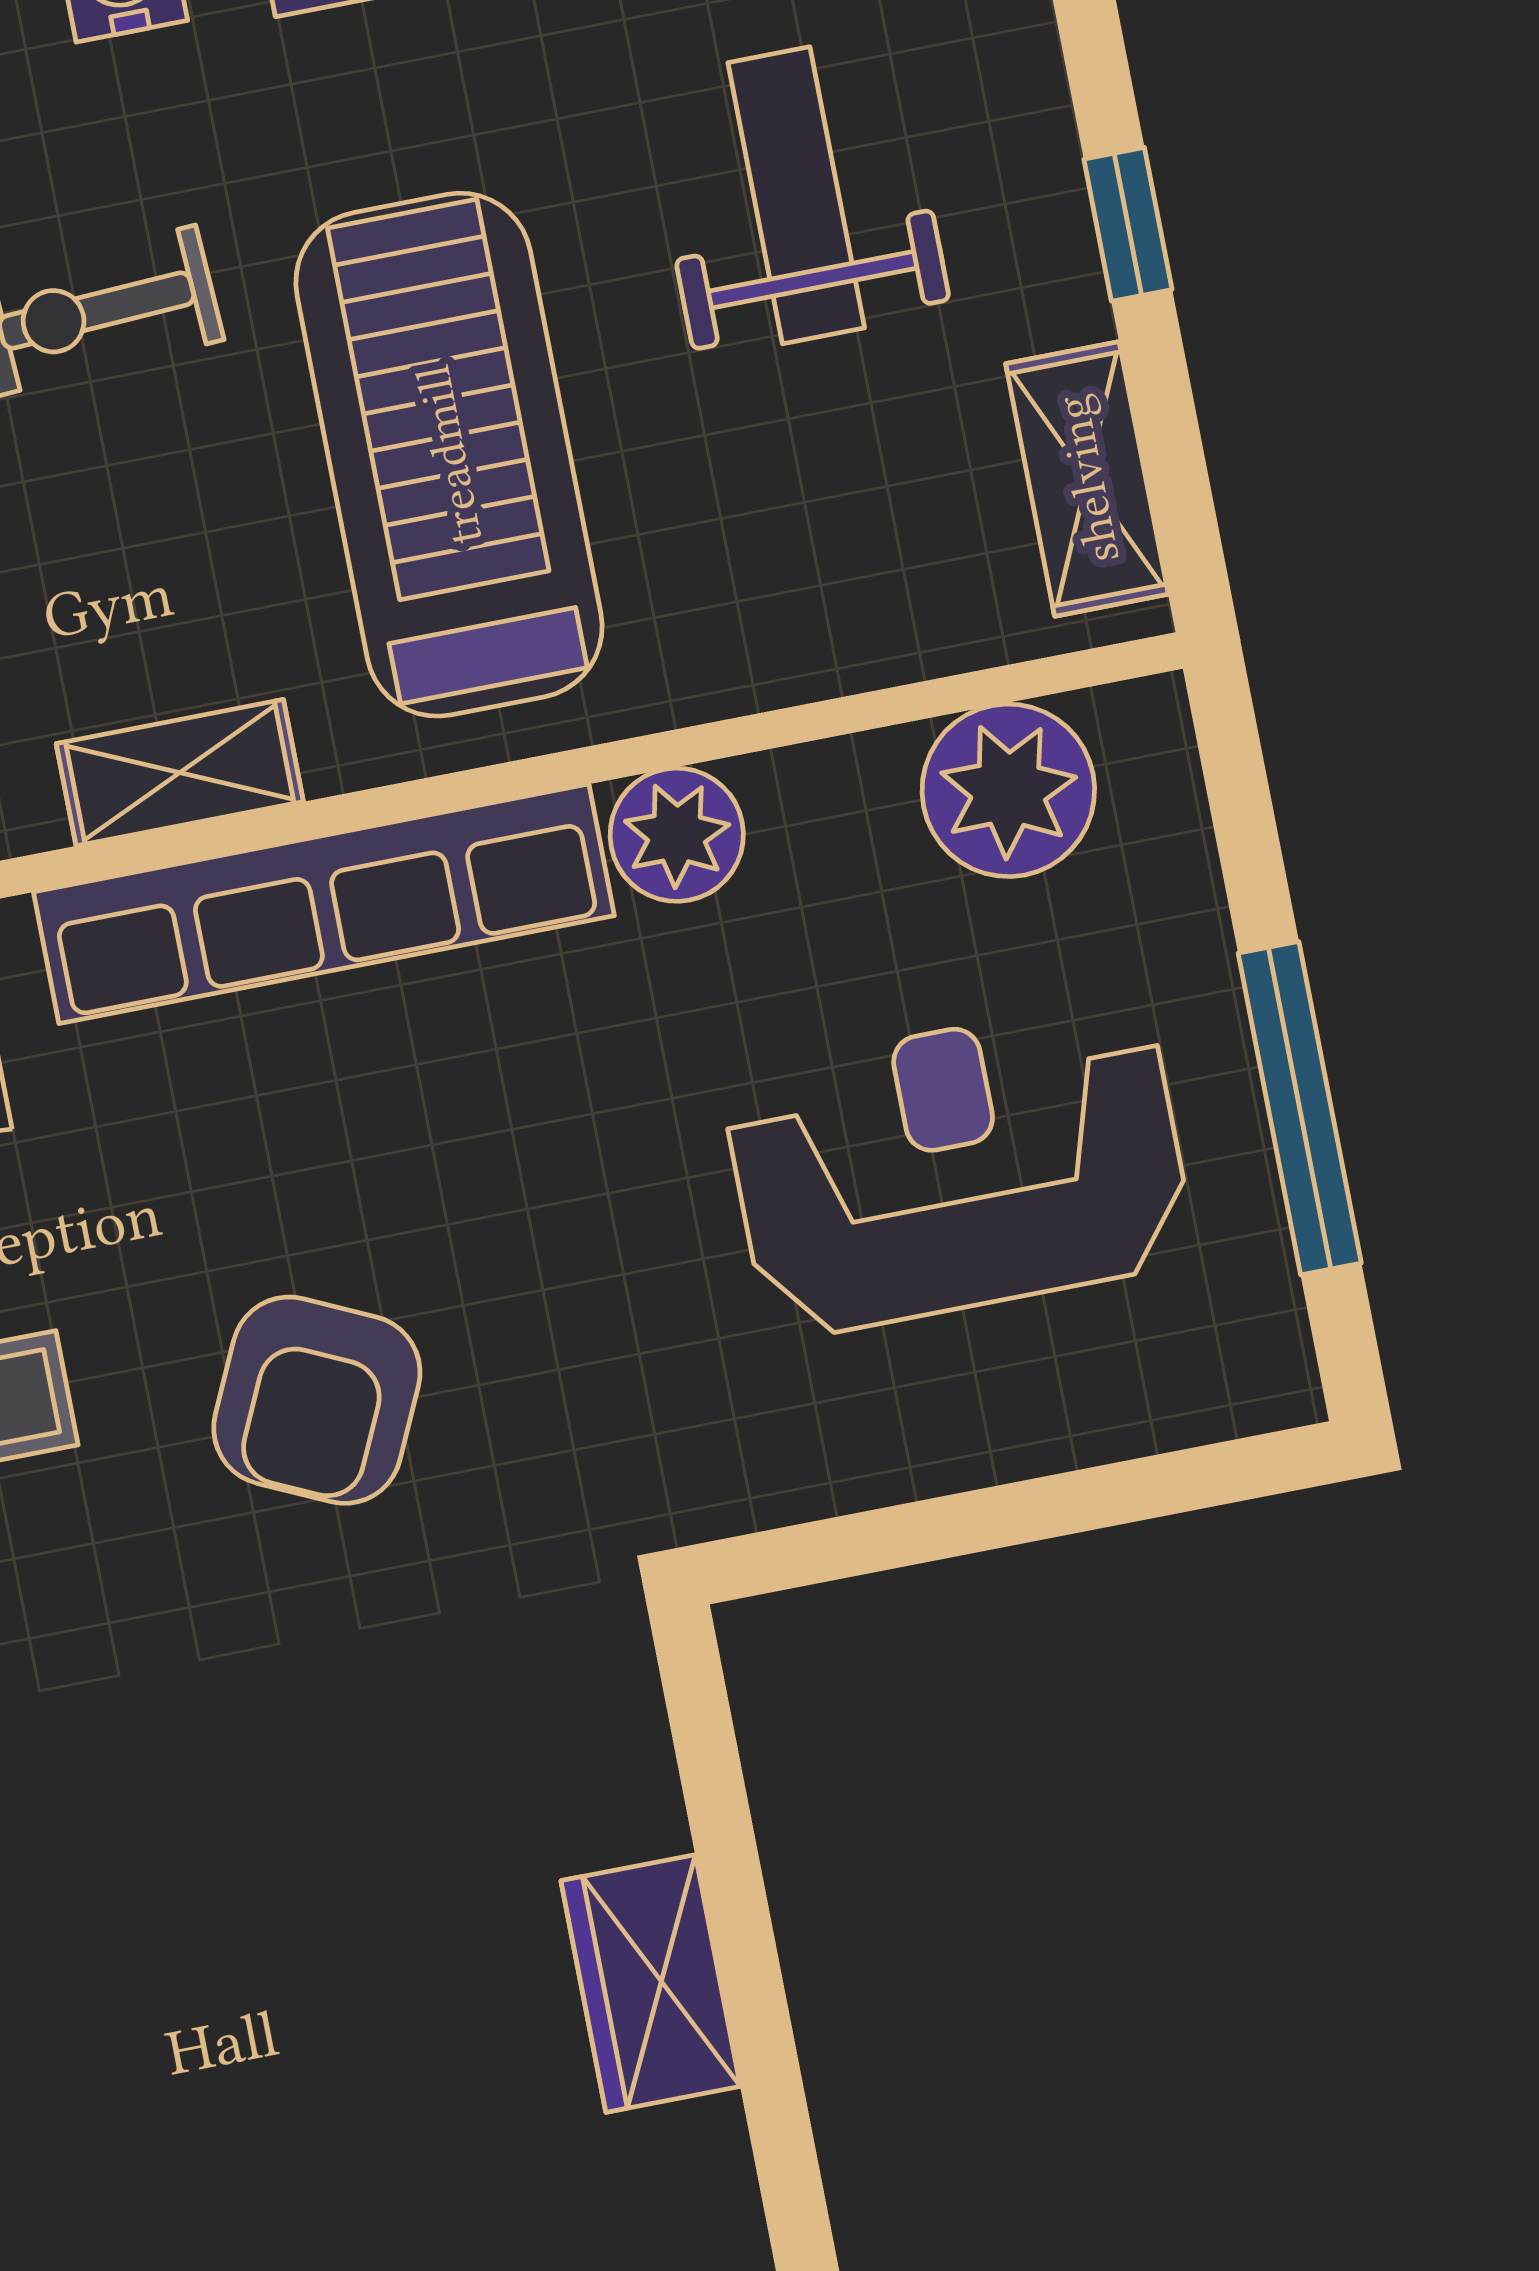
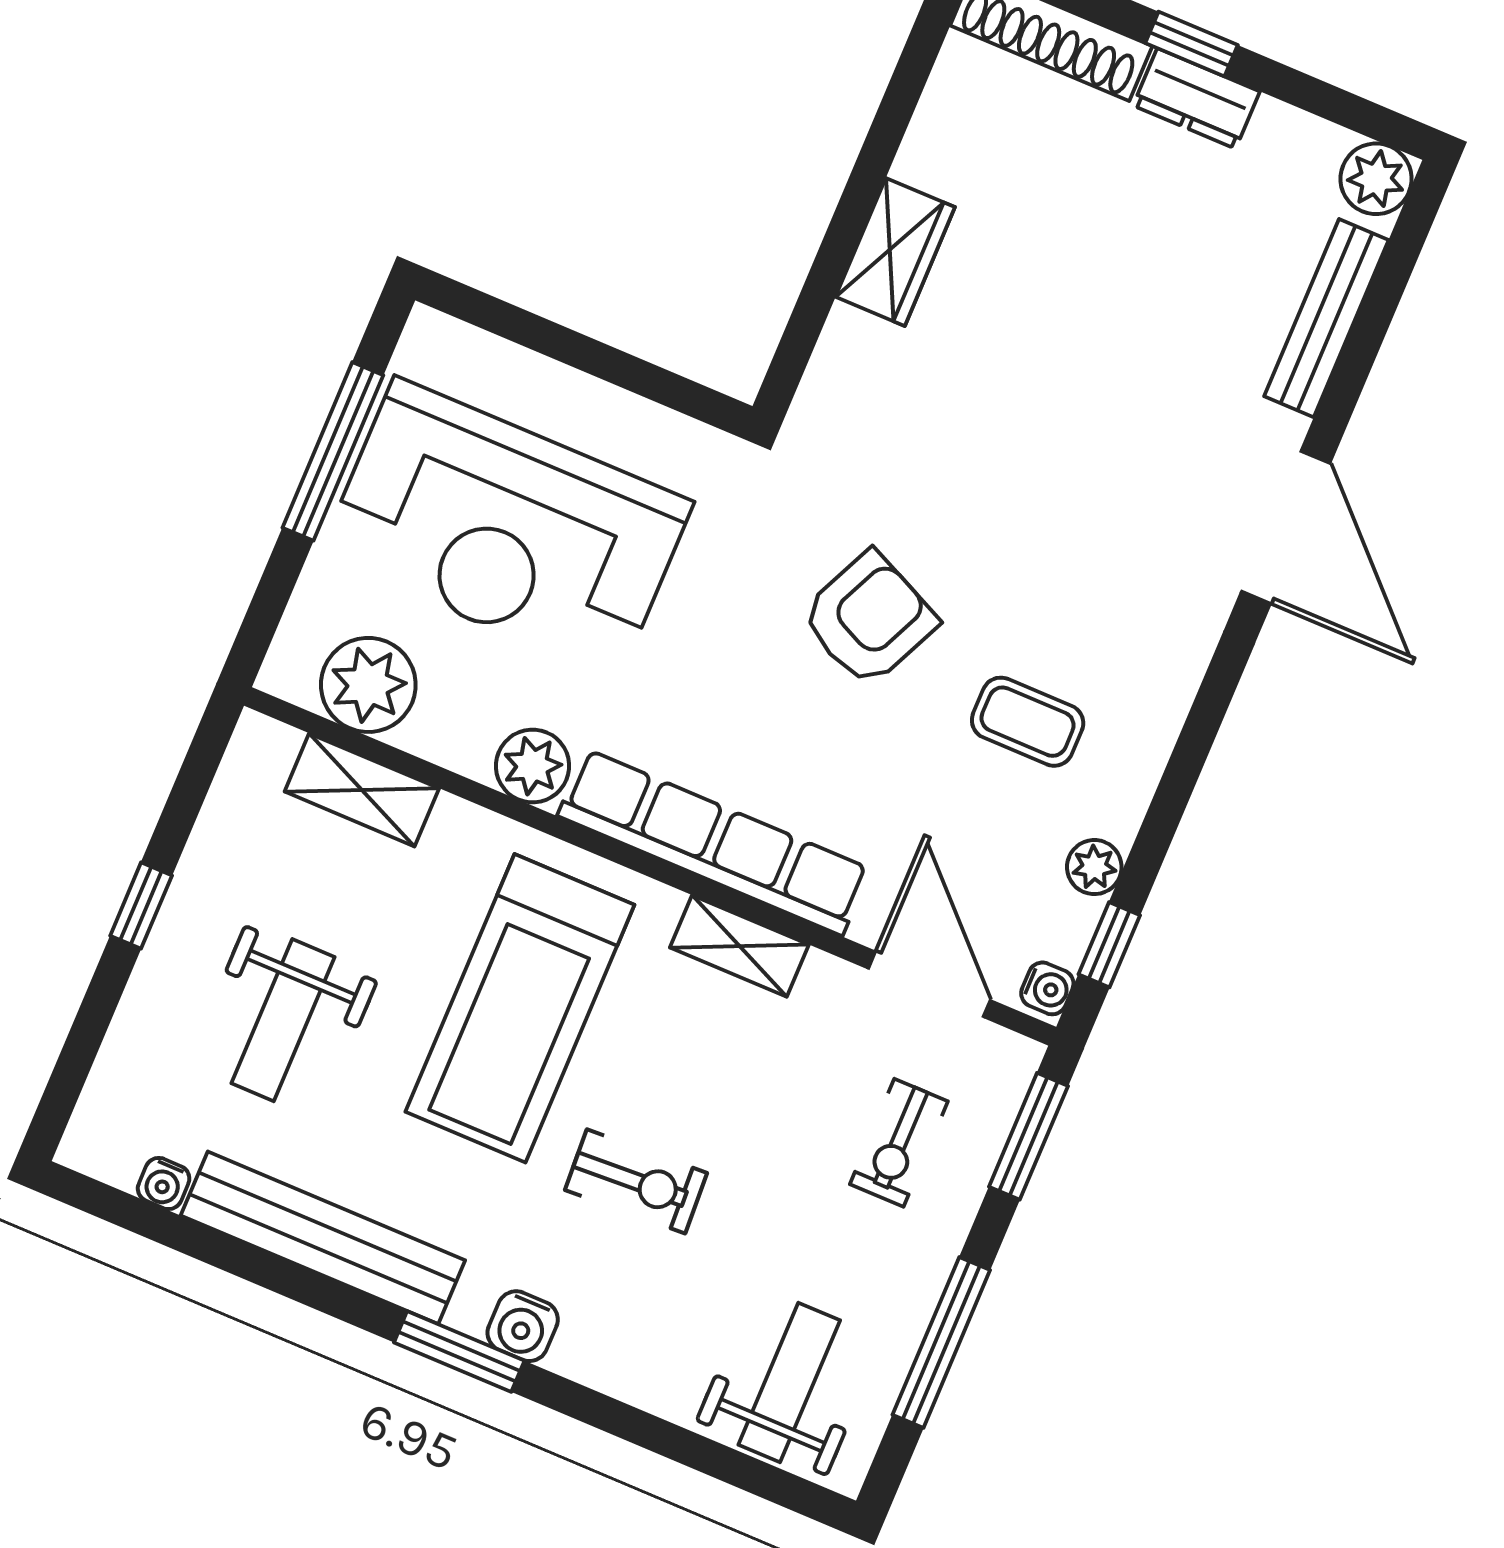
shelving: (1087, 479) -> (362, 790), moved, turned 90
reception desk: (958, 1168) -> (506, 528), width x1.36, depth x1.30

